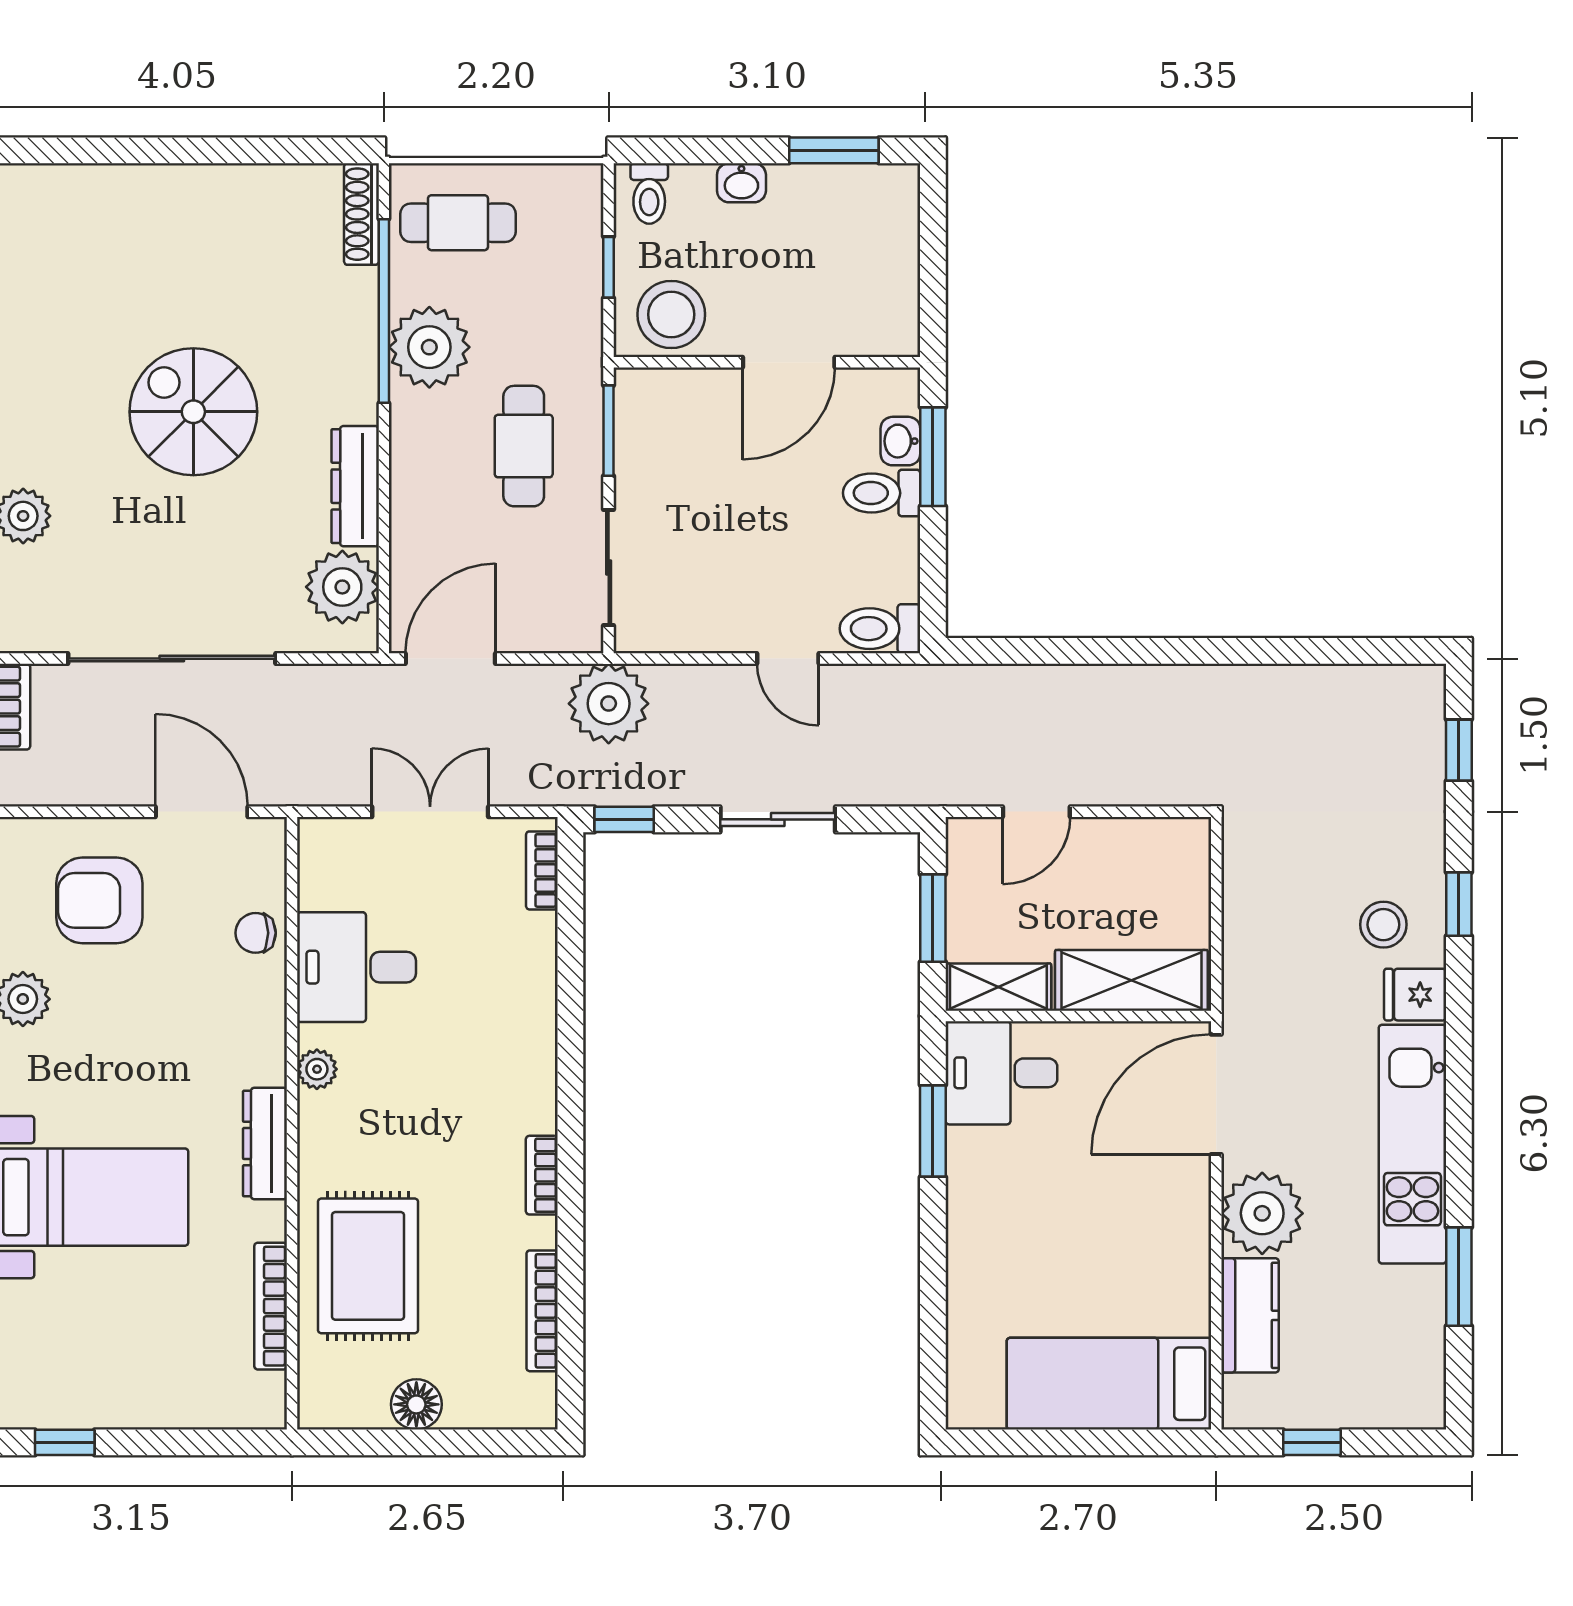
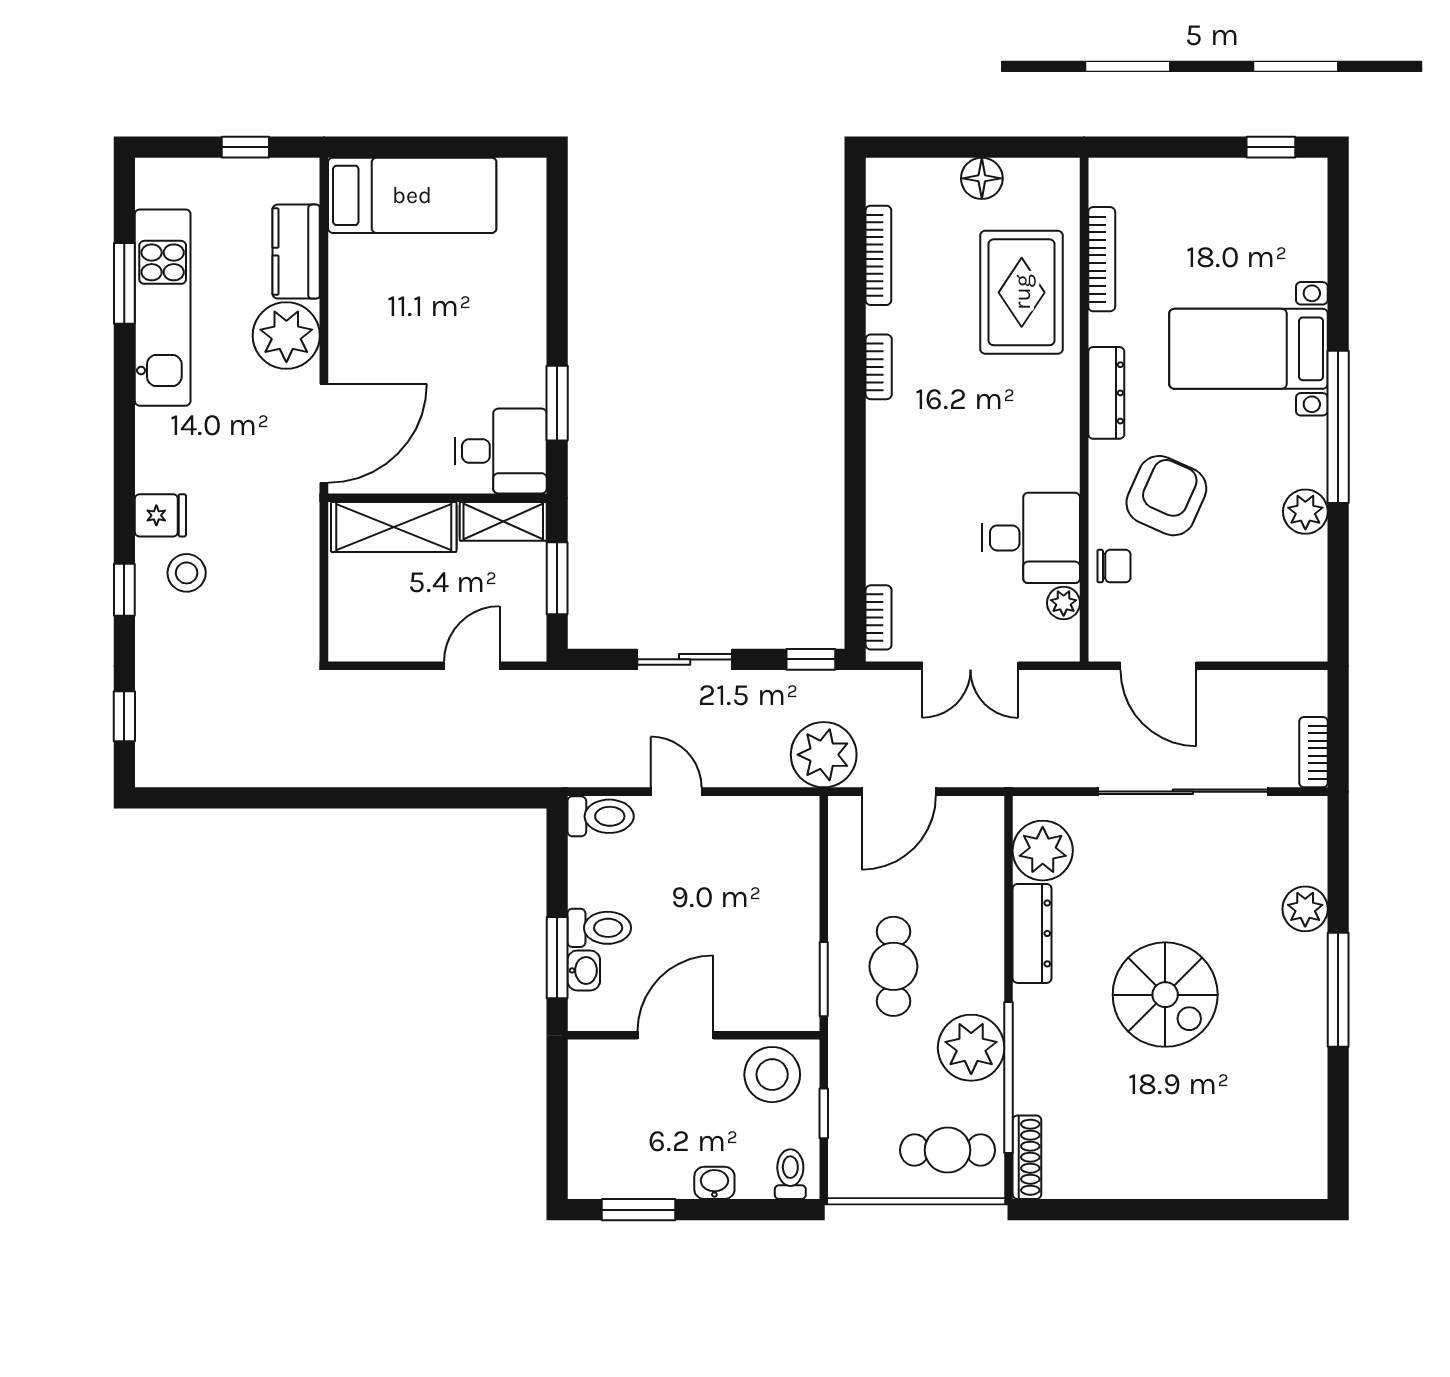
sliding door: (609, 568) -> (824, 867), removed
door: (450, 659) -> (899, 792), moved
armchair: (99, 900) -> (1166, 496), moved, turned -66
plant: (317, 1069) -> (1064, 603), moved
kitchen unit: (1412, 1144) -> (163, 308), moved

